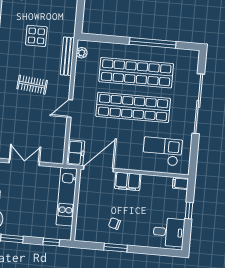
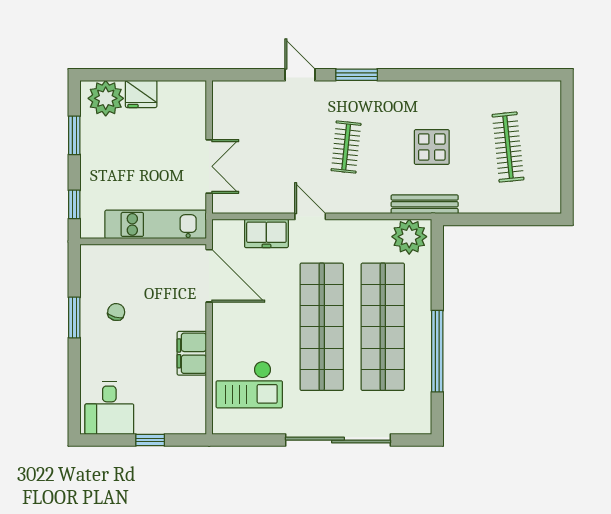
plant: (82, 53) -> (409, 237), width x1.88, depth x1.88
bench: (67, 56) -> (425, 204), moved
checkout: (162, 151) -> (249, 385), turned 90
freezer: (76, 153) -> (266, 233), moved
double door: (24, 162) -> (209, 166), moved
filing cabinet: (128, 181) -> (192, 353), moved
filing cabinet: (180, 183) -> (196, 421), removed

